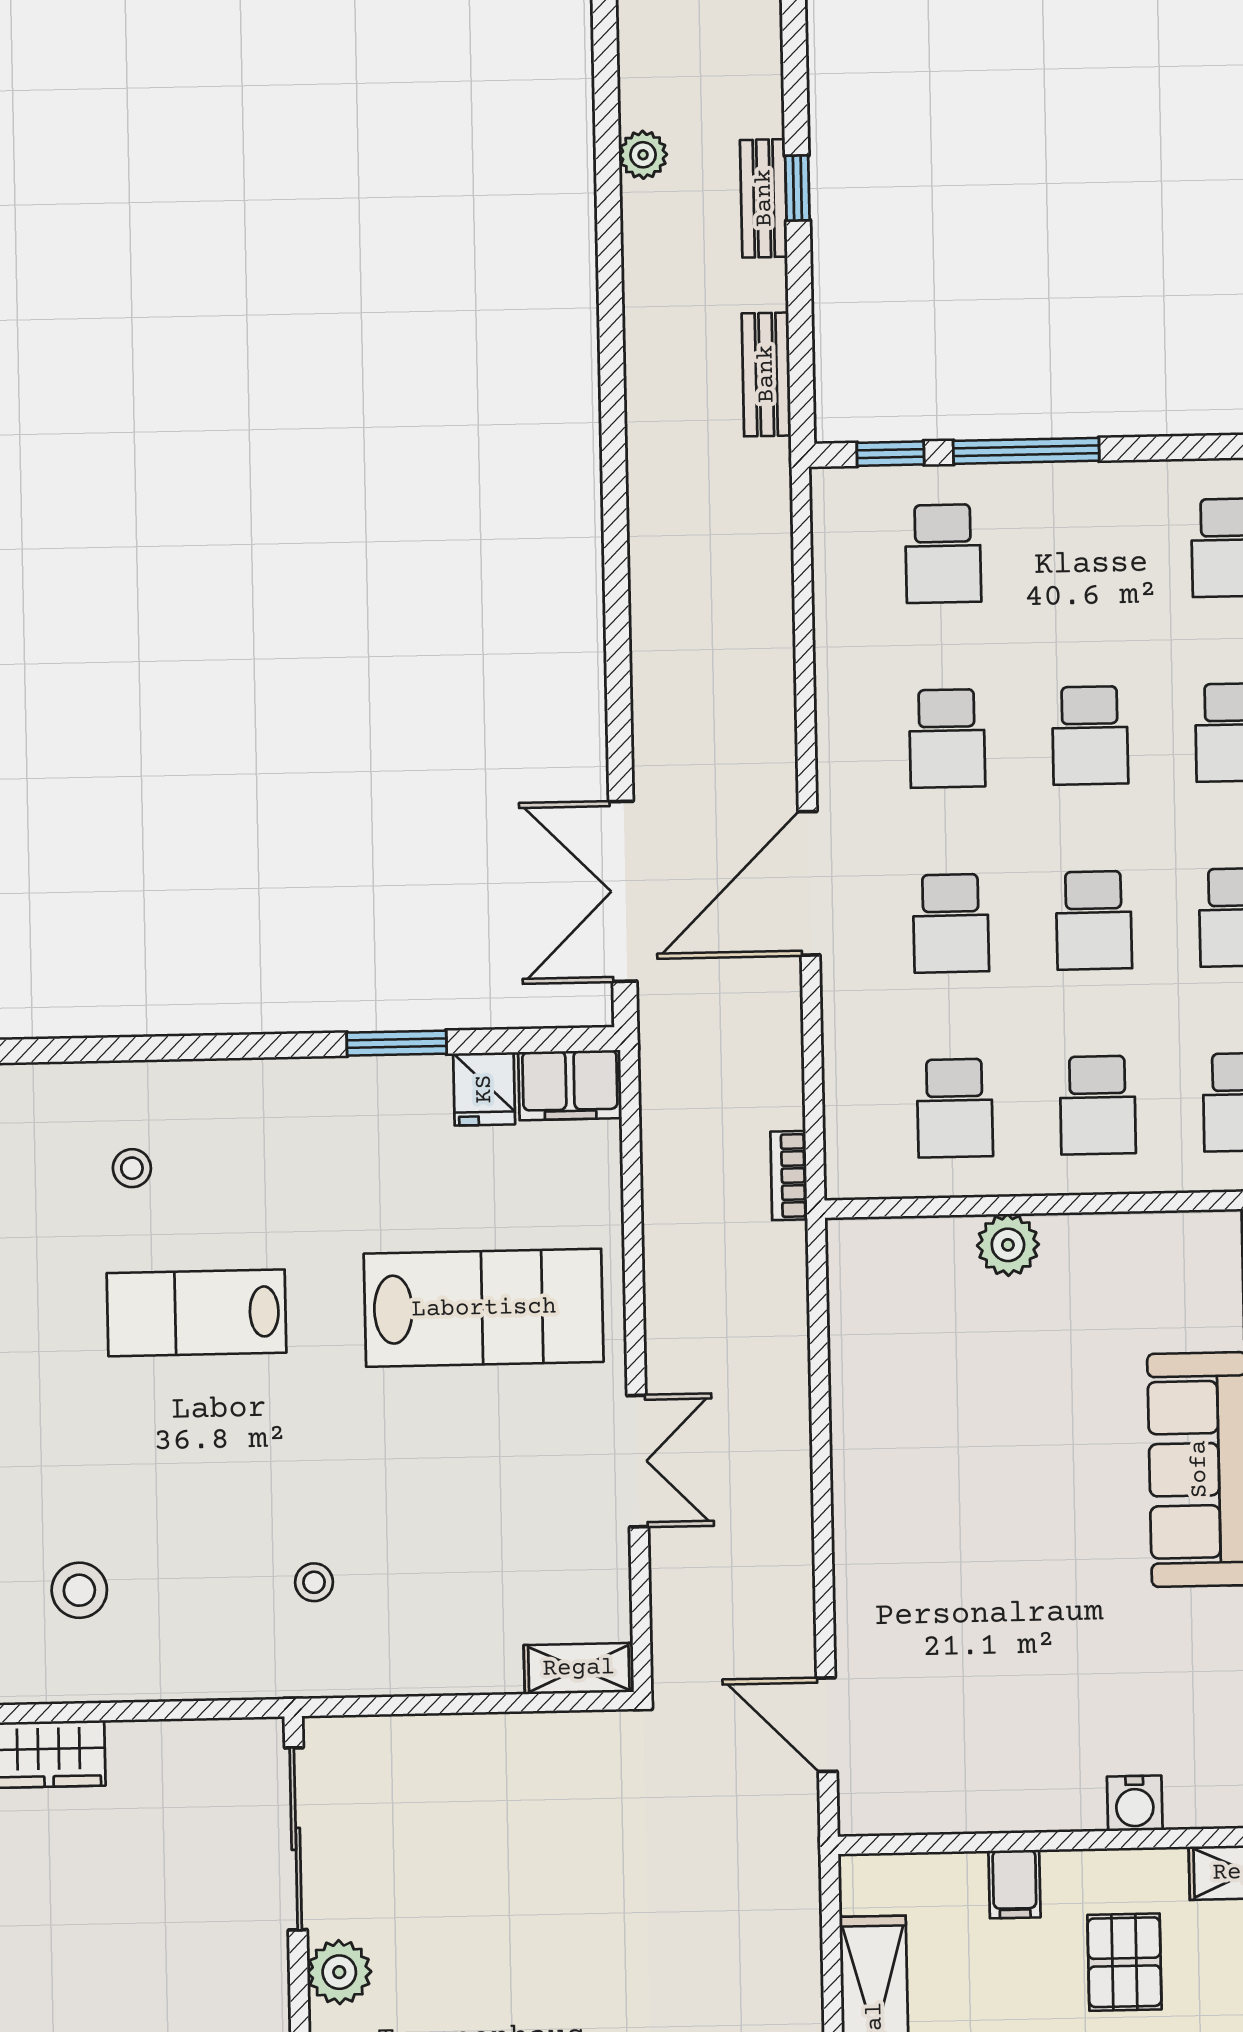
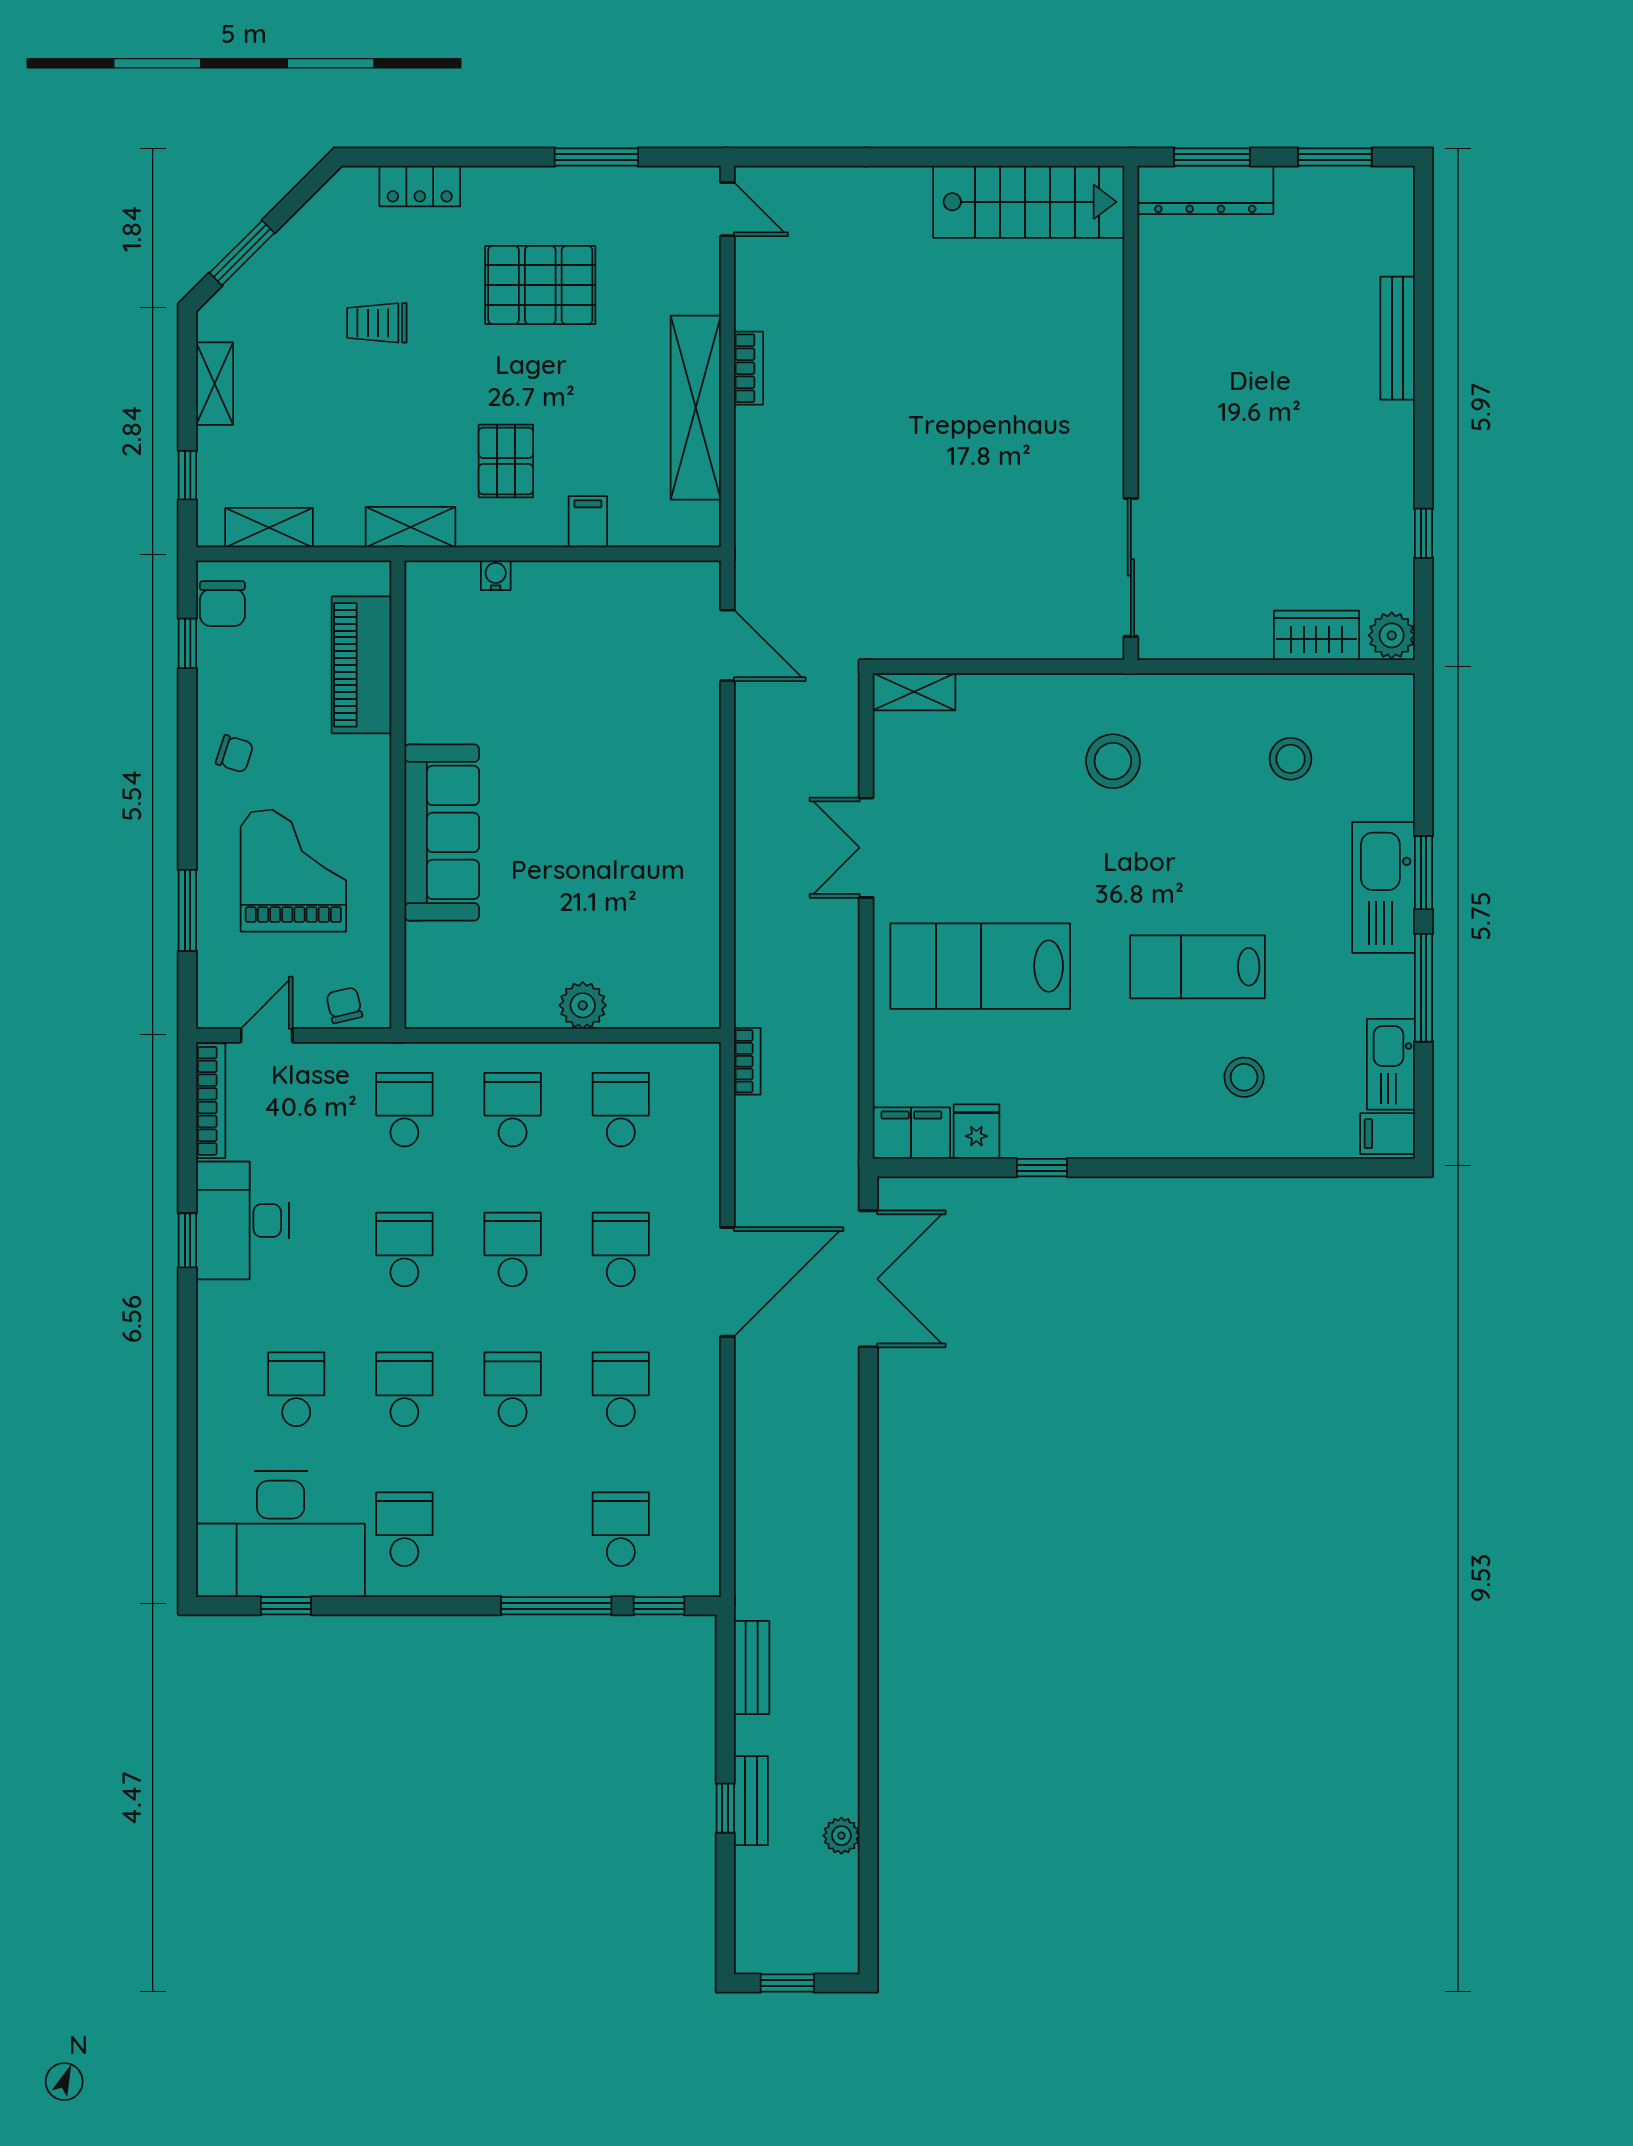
window: (397, 1043) -> (1042, 1168), width x0.67
stool: (132, 1168) -> (1244, 1077), width x1.37, depth x1.37
lab bench: (197, 1313) -> (1197, 967), turned 180
stool: (314, 1582) -> (1113, 761), width x1.89, depth x1.89
water cooler: (1135, 1803) -> (496, 575), width x0.72, depth x0.72
plant: (339, 1972) -> (1100, 466), removed

